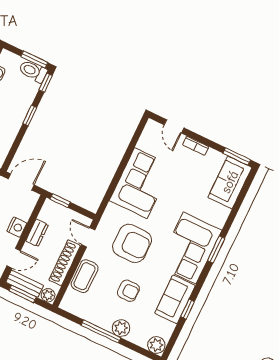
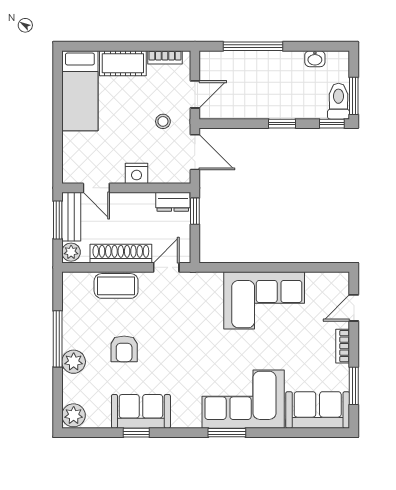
window: (237, 157) -> (354, 386), moved
dresser: (37, 233) -> (173, 202), moved
armchair: (132, 243) -> (185, 325), removed
corner sofa: (190, 248) -> (243, 399), moved

